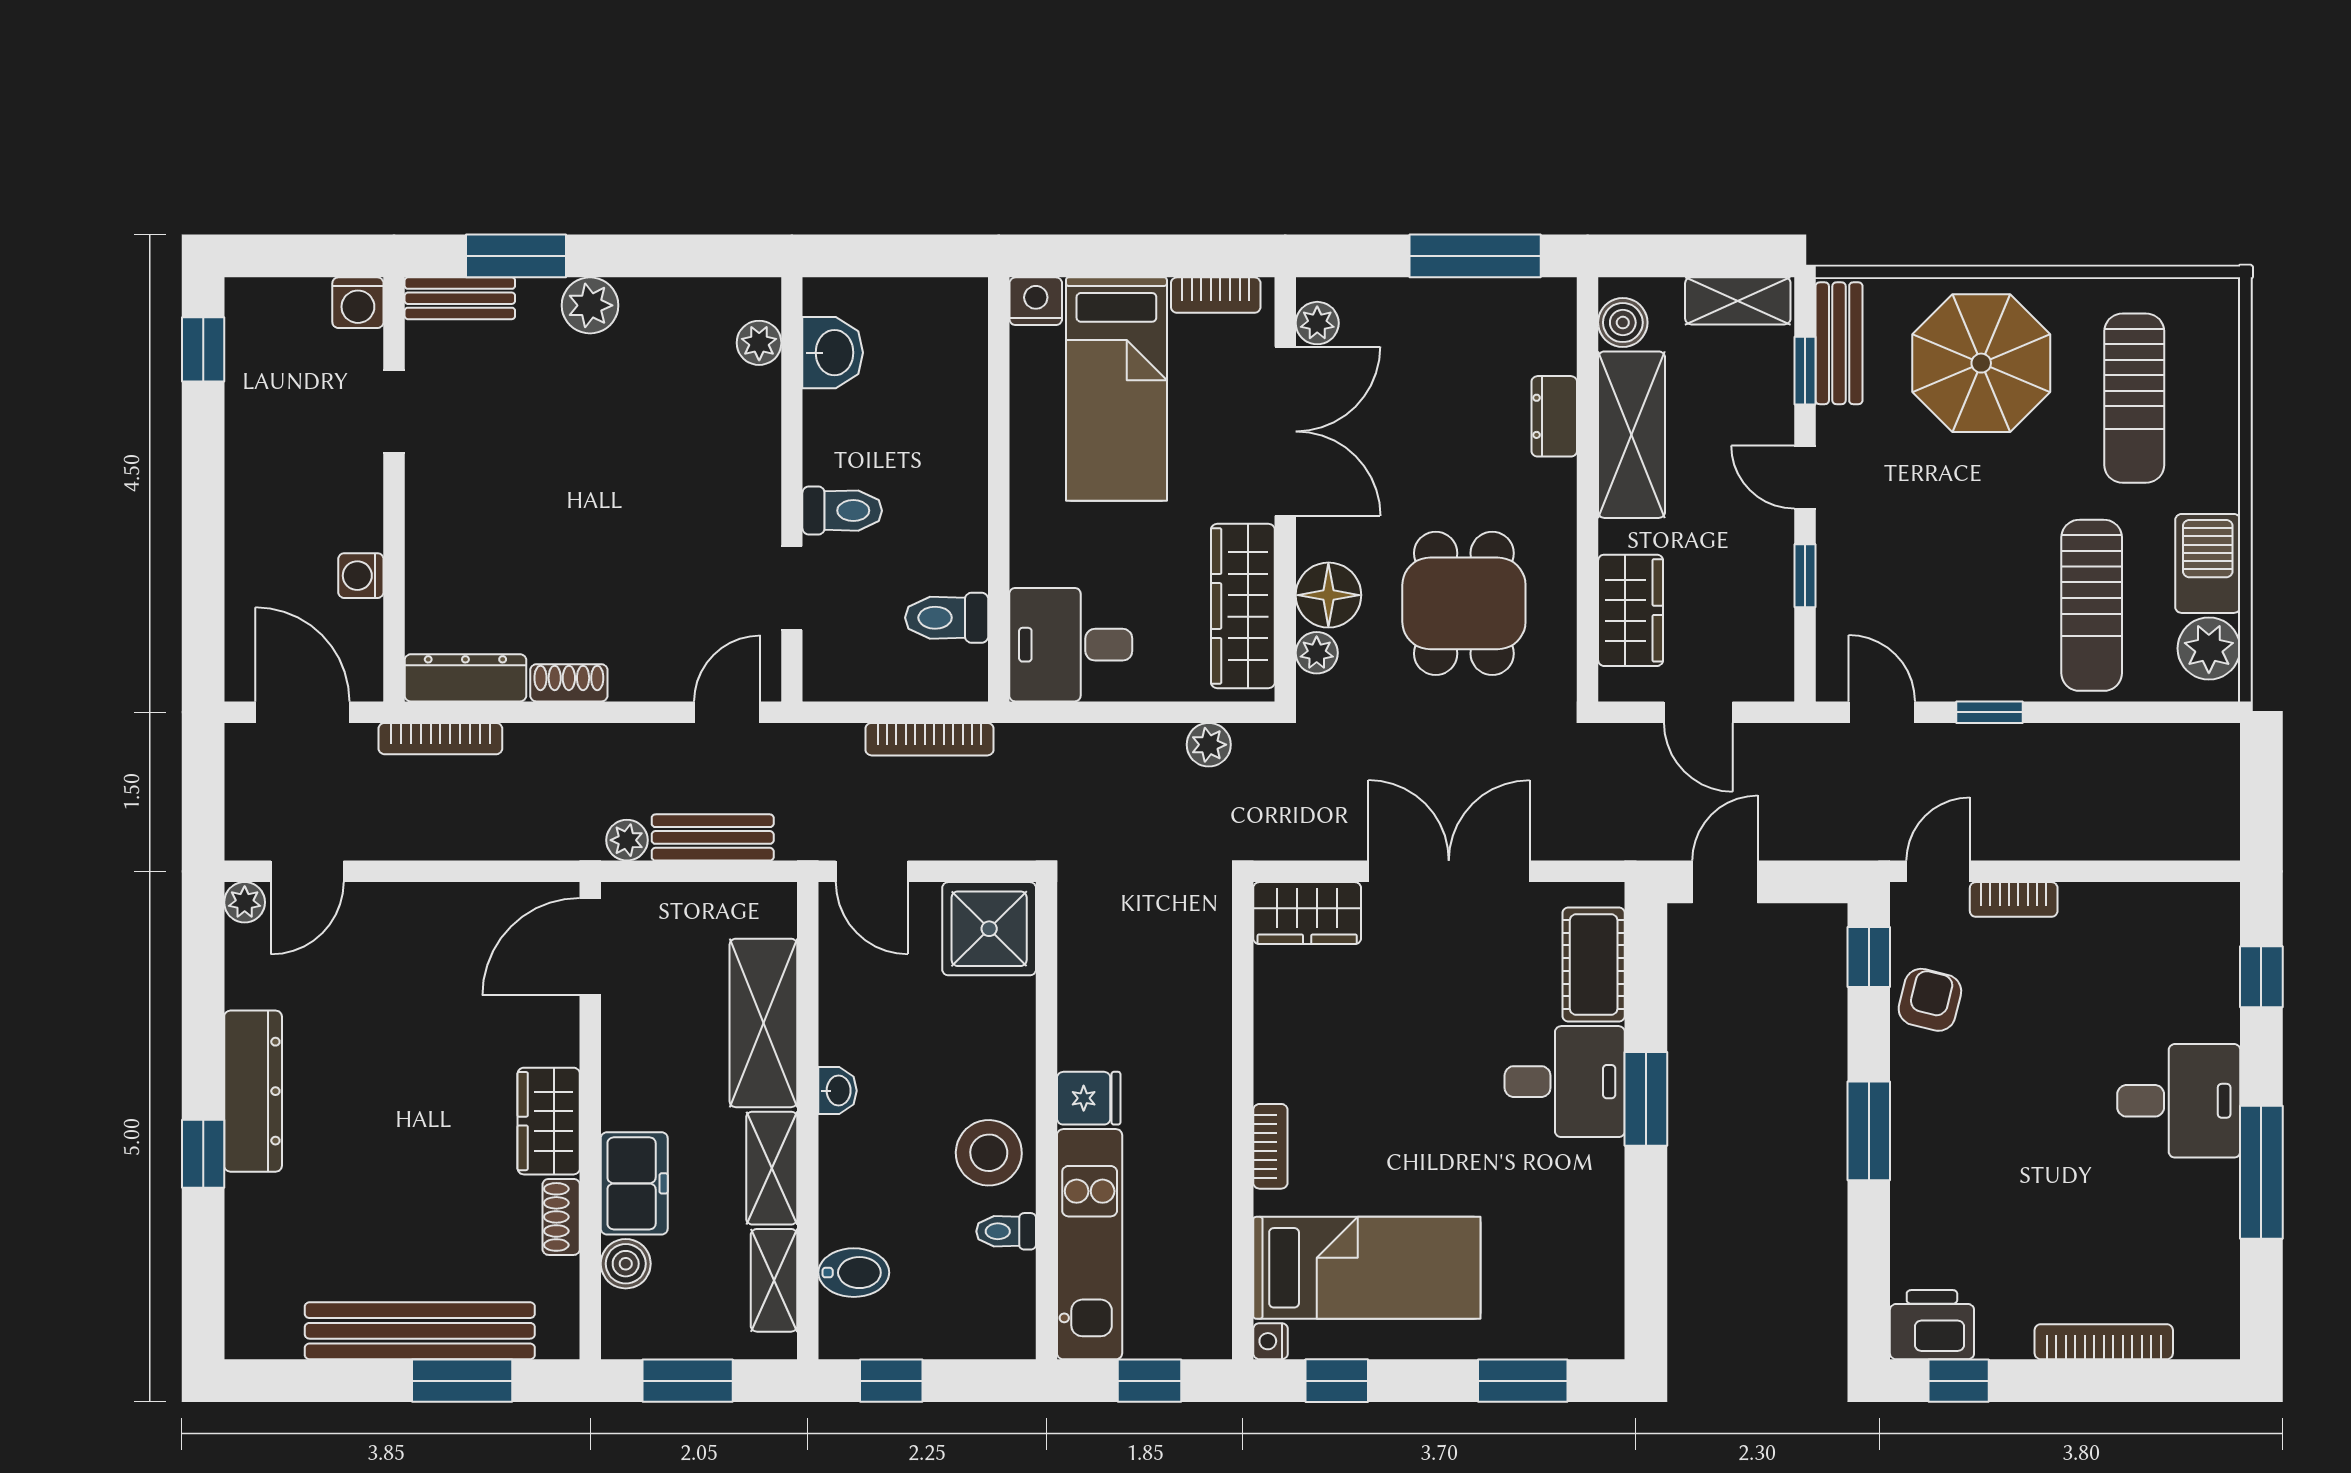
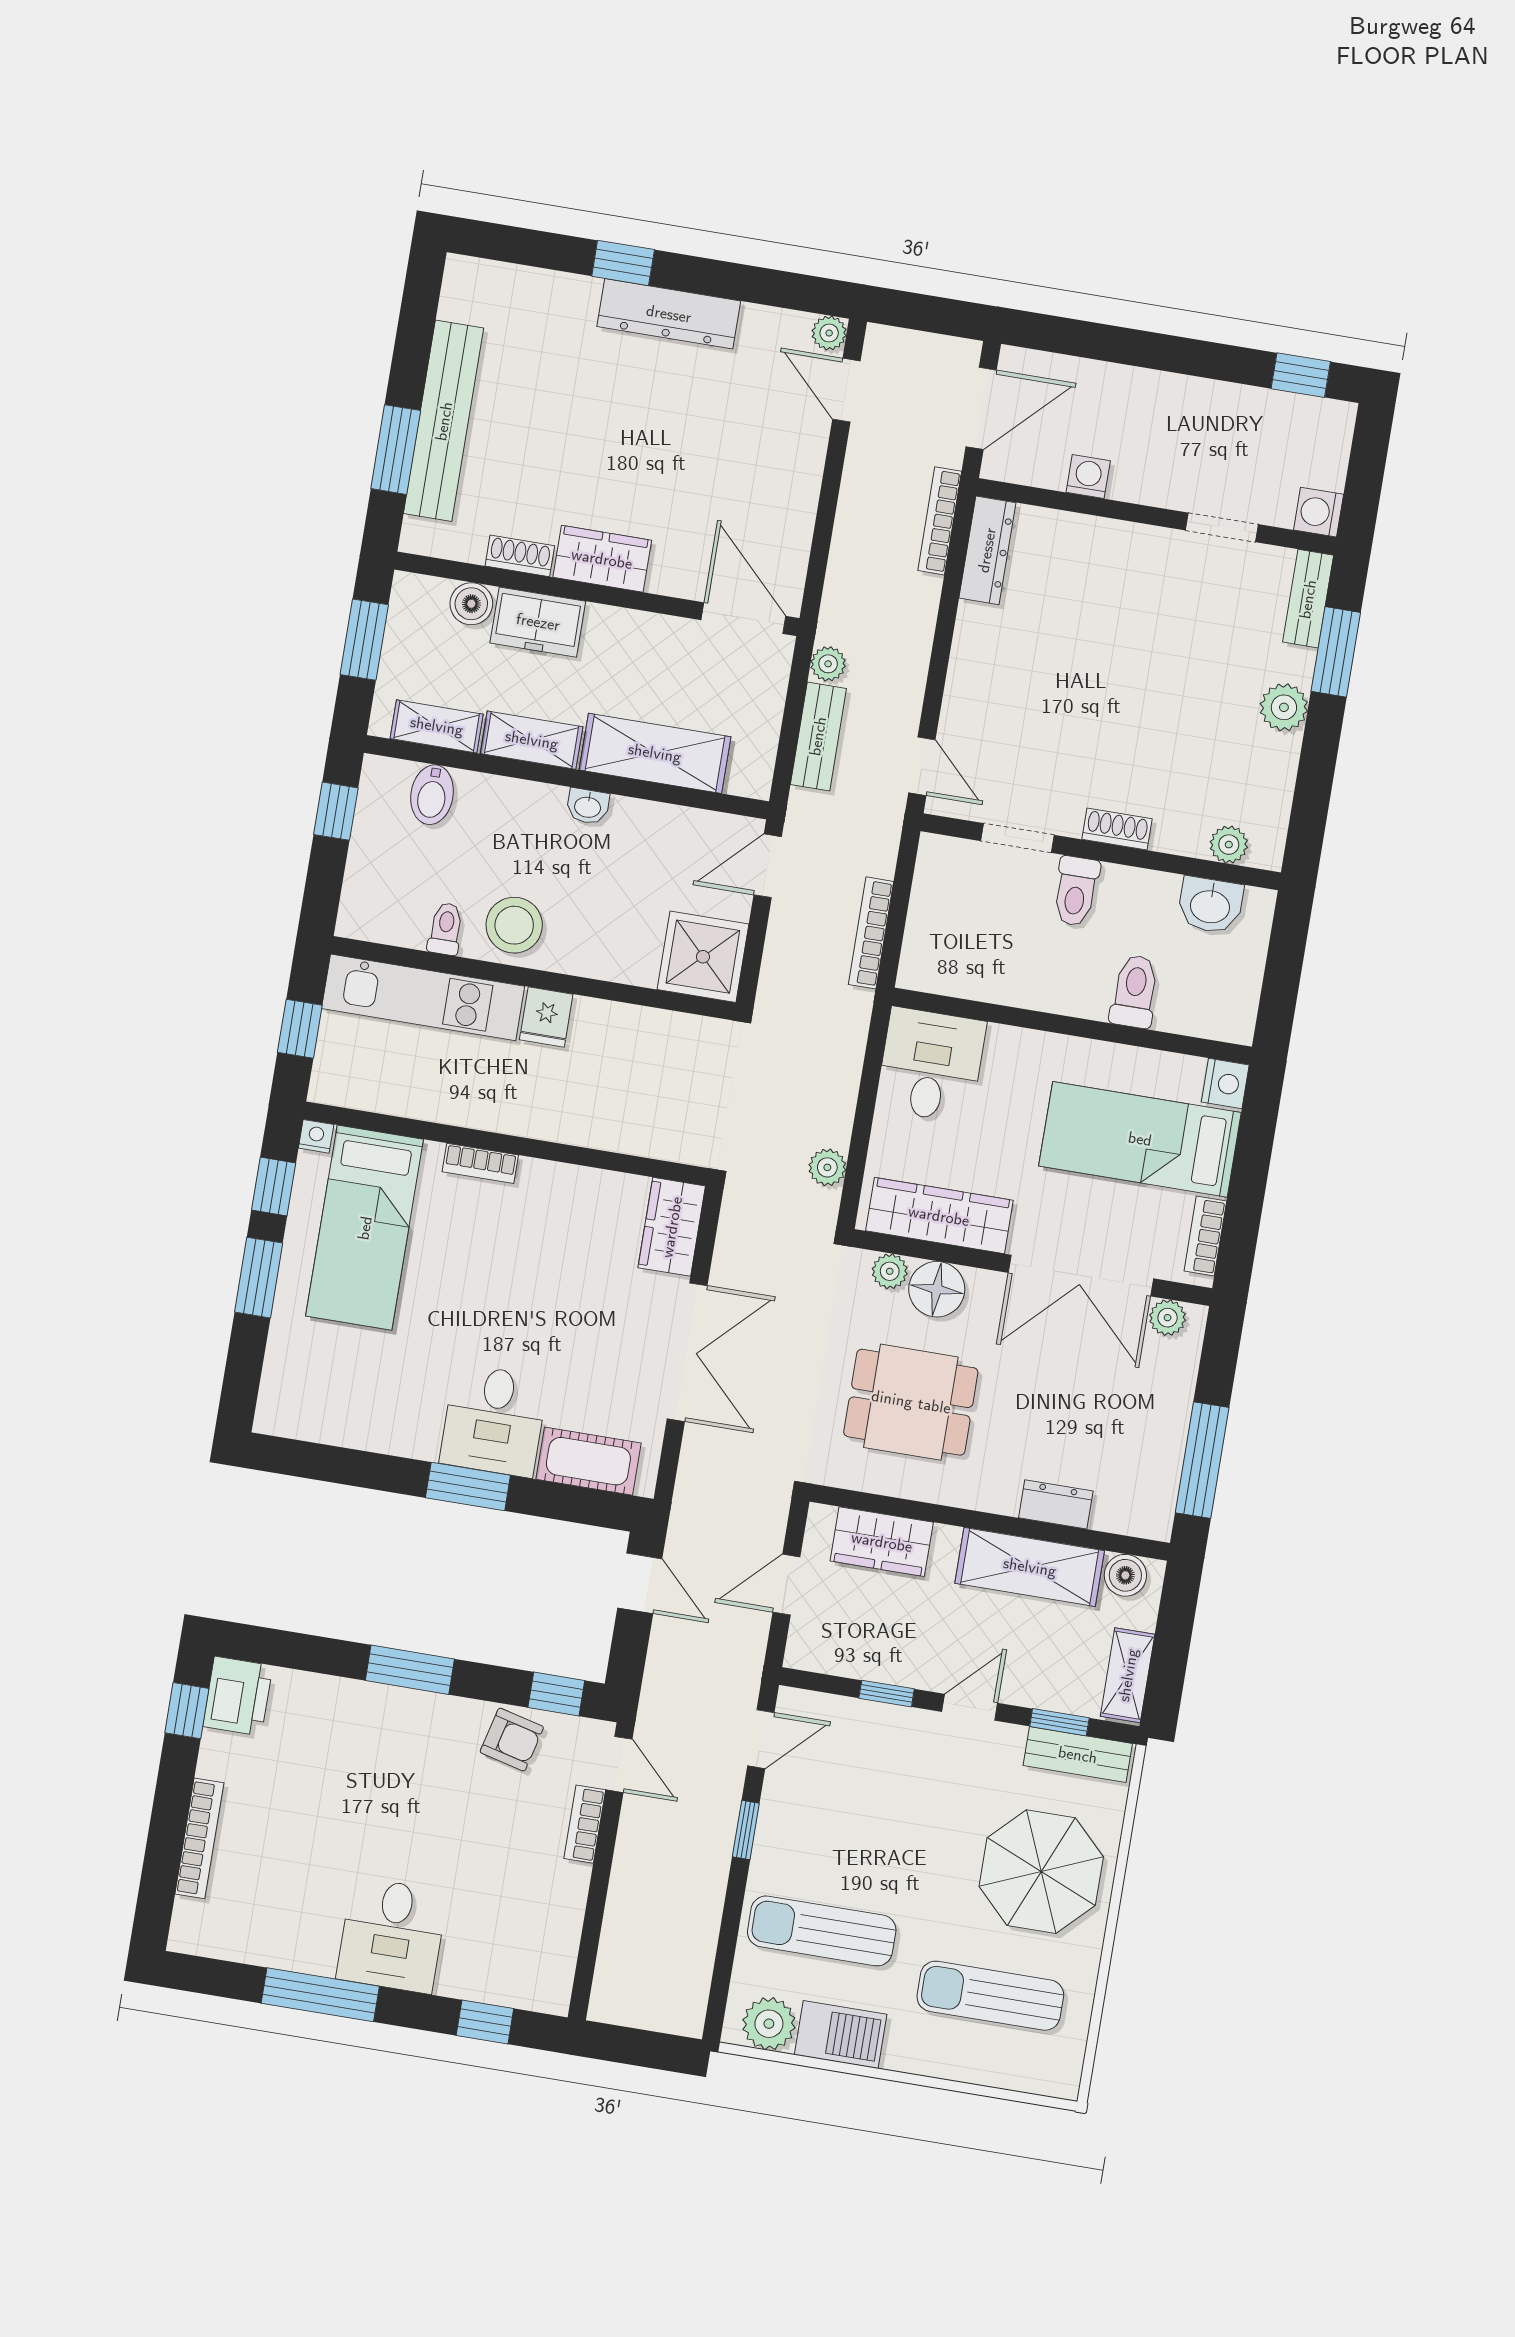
toilet: (947, 618) -> (1135, 991), moved
shoe rack: (569, 683) -> (1117, 829), moved, turned -90
window: (1523, 1381) -> (259, 1278), moved

